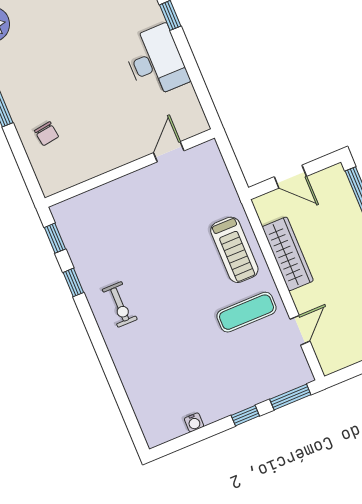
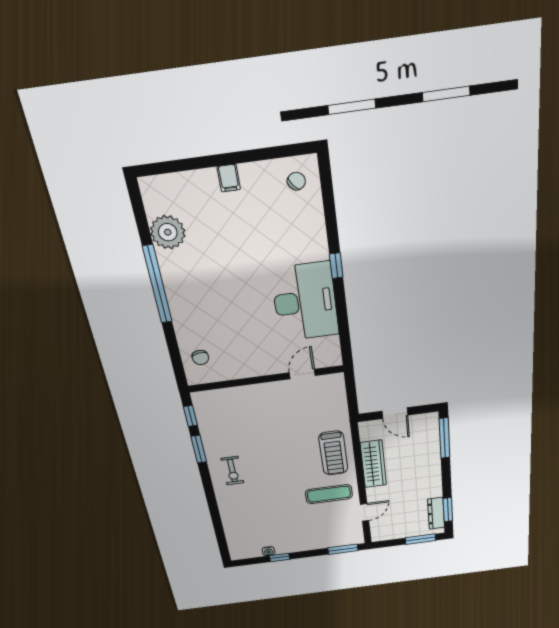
desk: (156, 61) -> (305, 302), width x1.36, depth x1.30
chair: (47, 134) -> (200, 358), moved
window: (73, 282) -> (199, 449), width x1.50
window: (245, 416) -> (280, 557), moved

